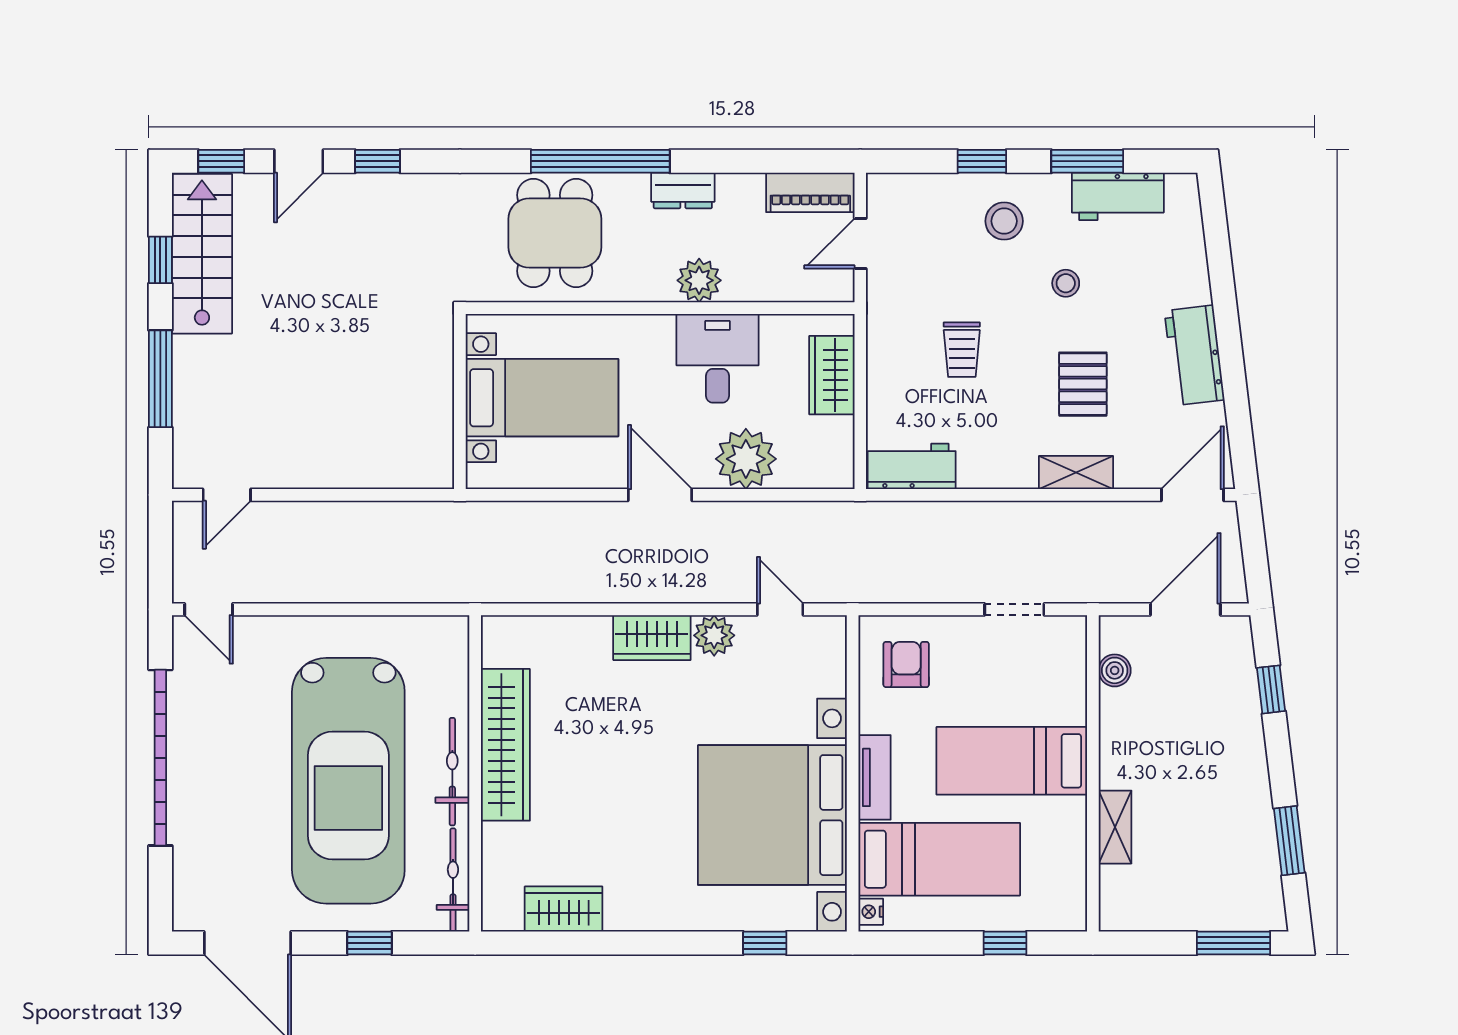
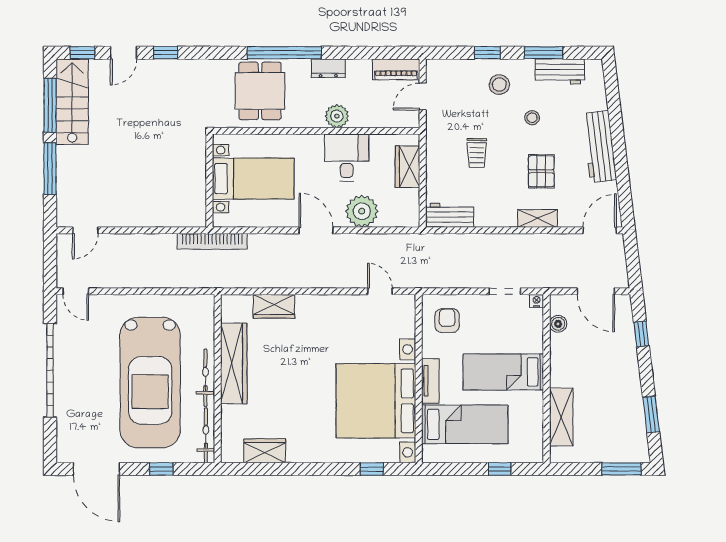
window: (160, 260) -> (50, 105), width x2.17
workbench: (1194, 355) -> (599, 147), width x1.38
bookcase: (465, 516) -> (212, 241), added
door: (1185, 609) -> (596, 291), swing flipped
plant: (714, 635) -> (345, 305), removed
wardrobe: (652, 638) -> (274, 306), moved
shelving: (1115, 827) -> (561, 417), width x1.50, depth x1.33
nightstand: (871, 912) -> (537, 301), moved, turned 90

